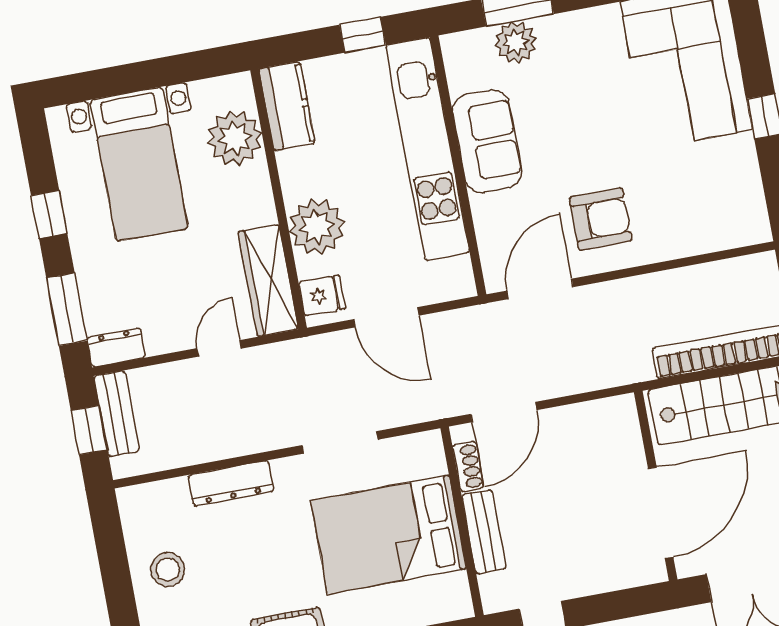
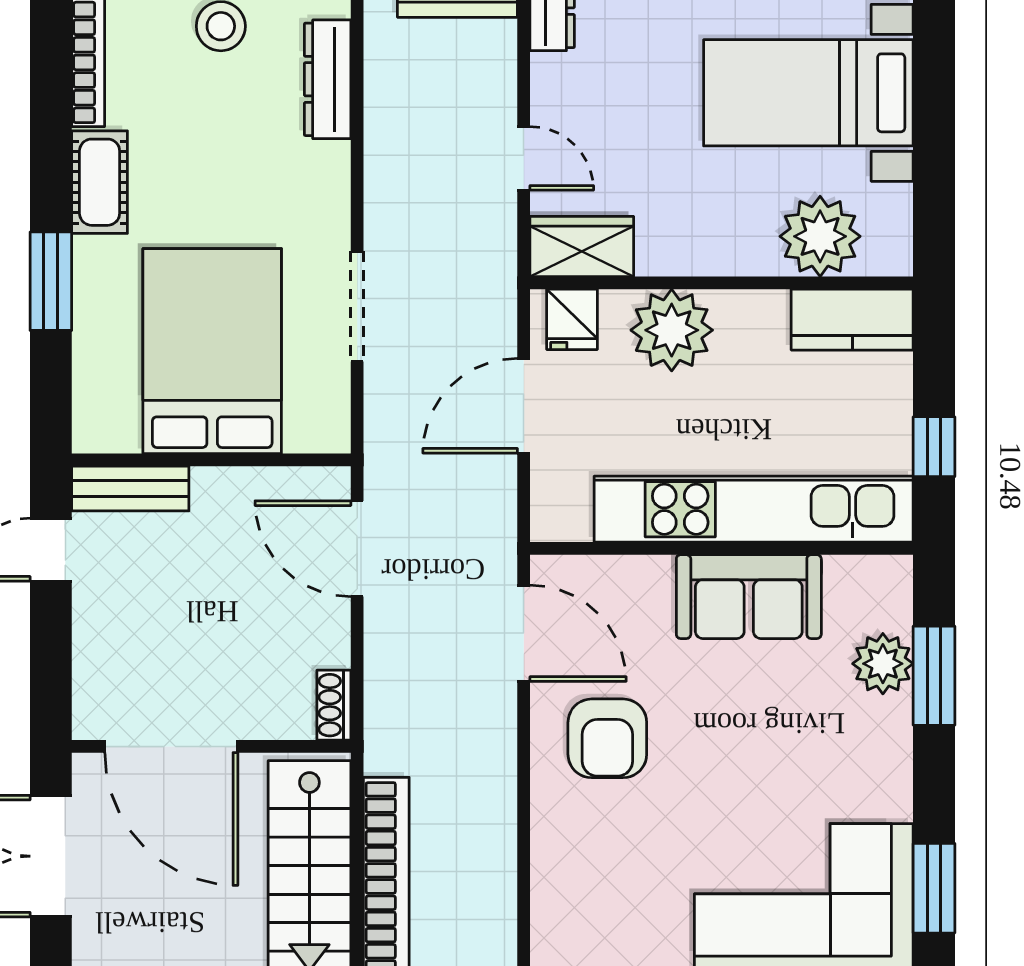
wardrobe: (268, 280) -> (582, 247), width x0.67
shoe rack: (468, 467) -> (334, 705), moved, turned 90
dresser: (231, 483) -> (328, 79), moved
bench: (484, 532) -> (130, 489), moved

